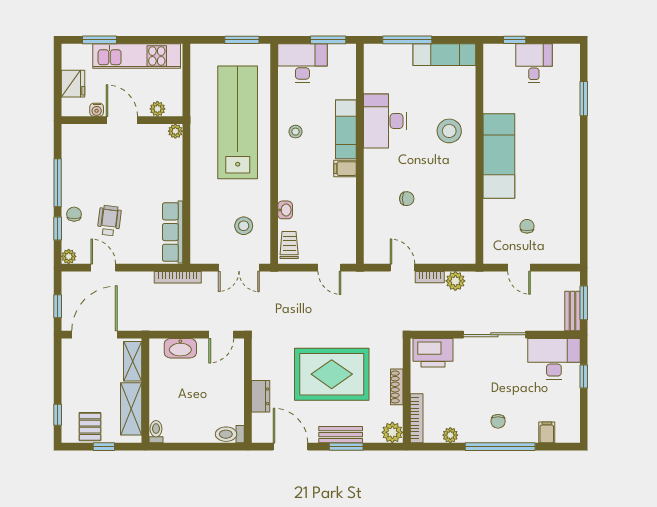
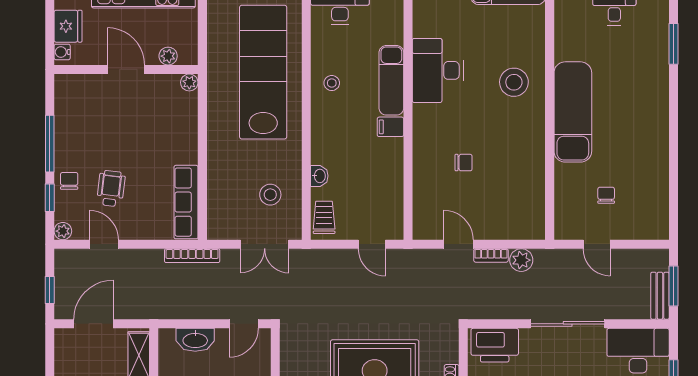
water cooler: (97, 110) -> (62, 52), moved, turned 90
door: (95, 335) -> (93, 324), width x0.73

